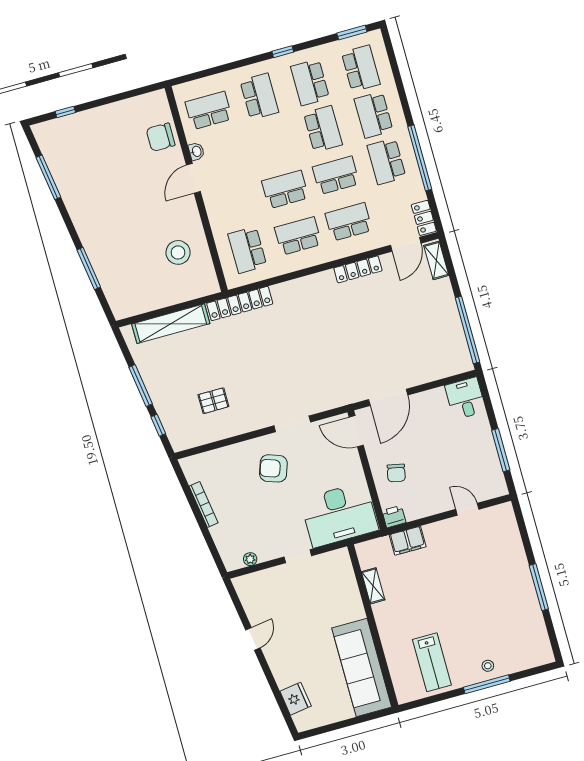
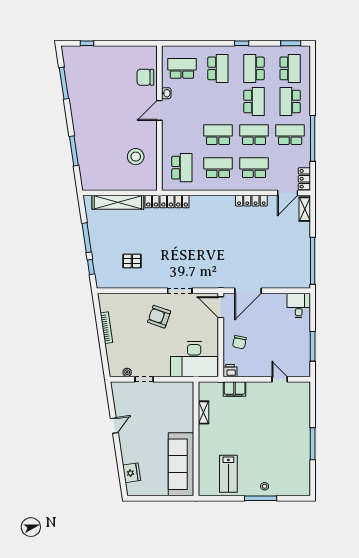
school desk: (386, 161) -> (290, 135), turned 90
school desk: (247, 250) -> (182, 168), turned 180
doorway: (298, 556) -> (144, 379), moved

